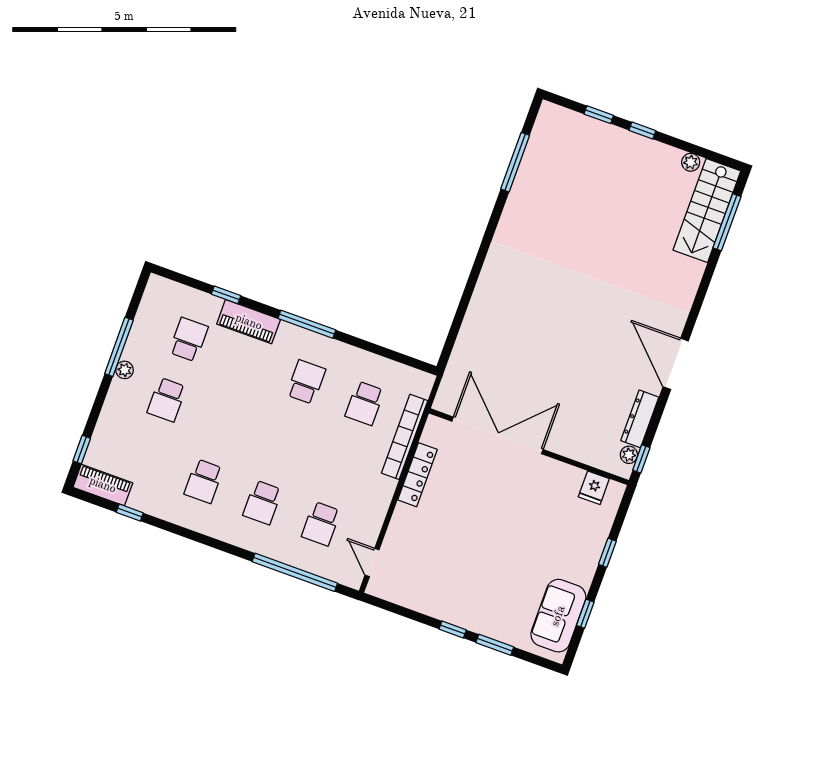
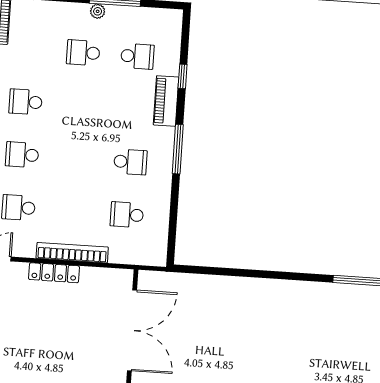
bookcase: (405, 437) -> (72, 253), moved
locker: (417, 475) -> (54, 273), moved

